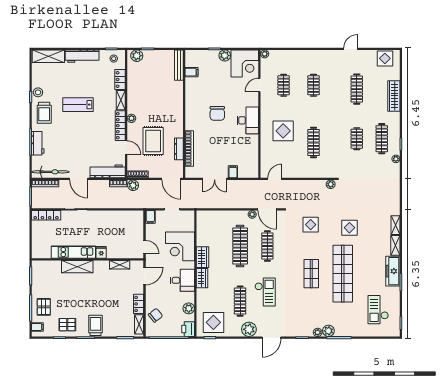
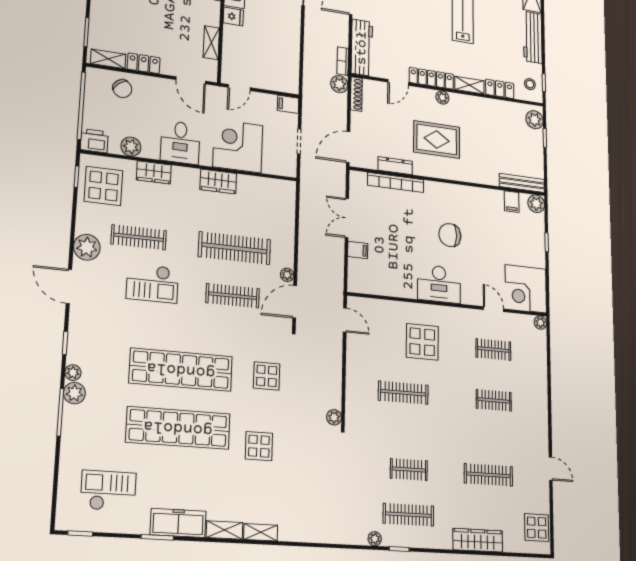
plant: (225, 55) -> (536, 204), moved
rug: (153, 141) -> (437, 140), moved
shop shelf: (311, 274) -> (181, 370), width x2.00, depth x1.36
wardrobe: (202, 278) -> (154, 172), moved

